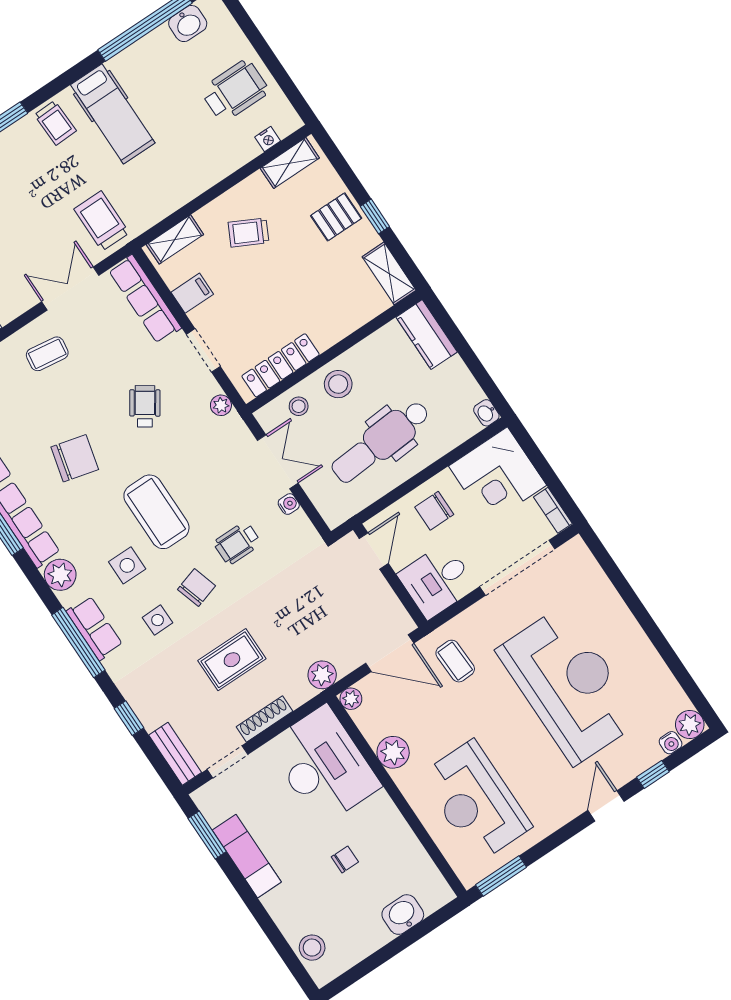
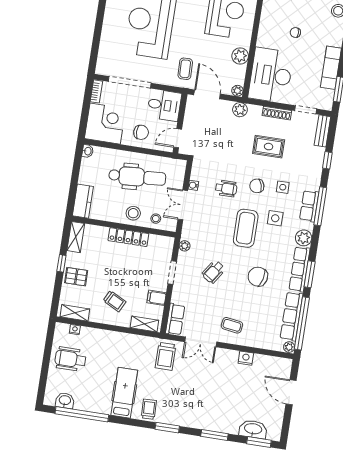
row of seats: (145, 299) -> (175, 319), width x0.68
locker: (281, 365) -> (128, 237), moved

